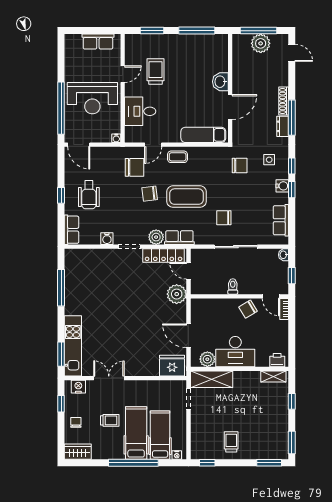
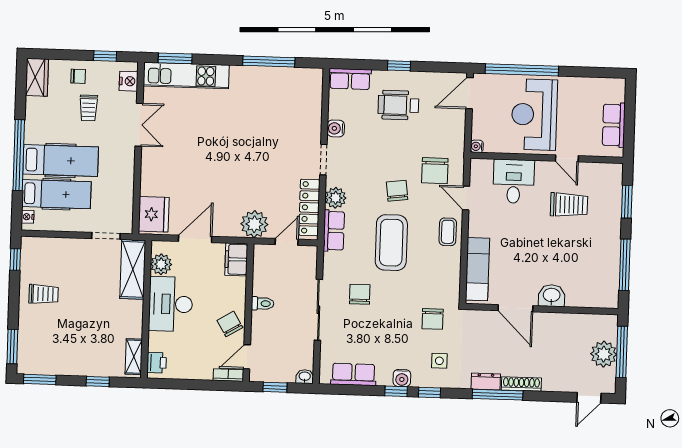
filing cabinet: (202, 306) -> (236, 259), added
trolley: (110, 420) -> (89, 108), moved

